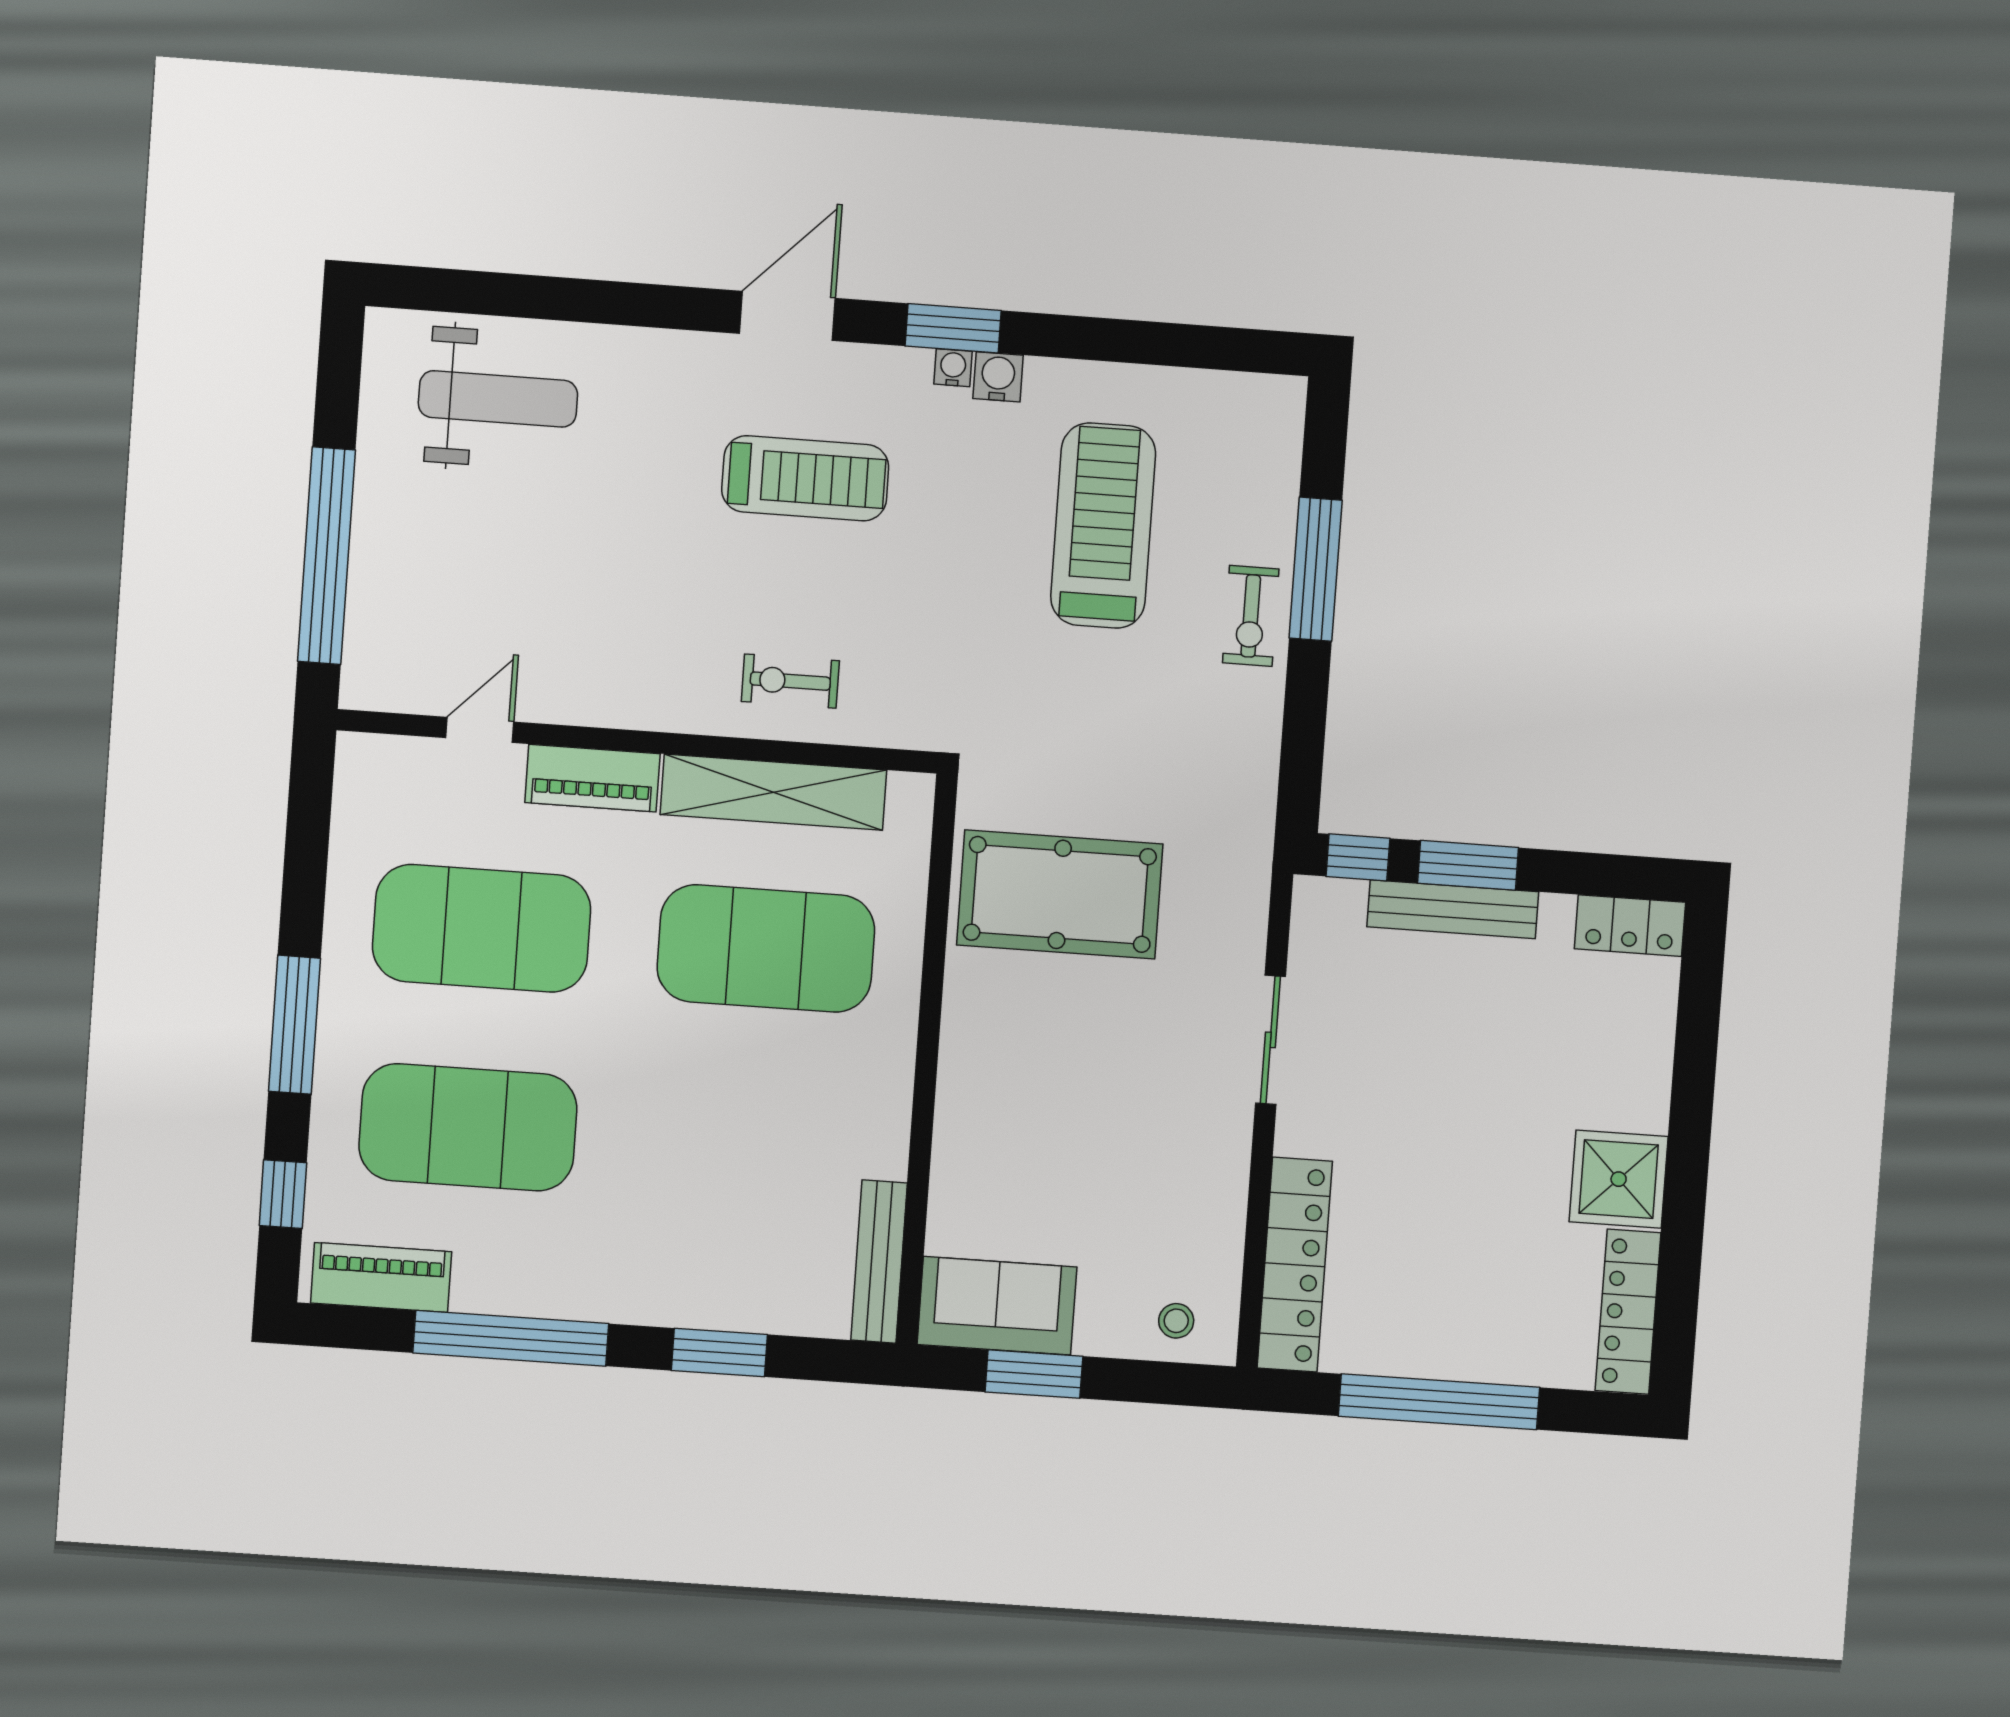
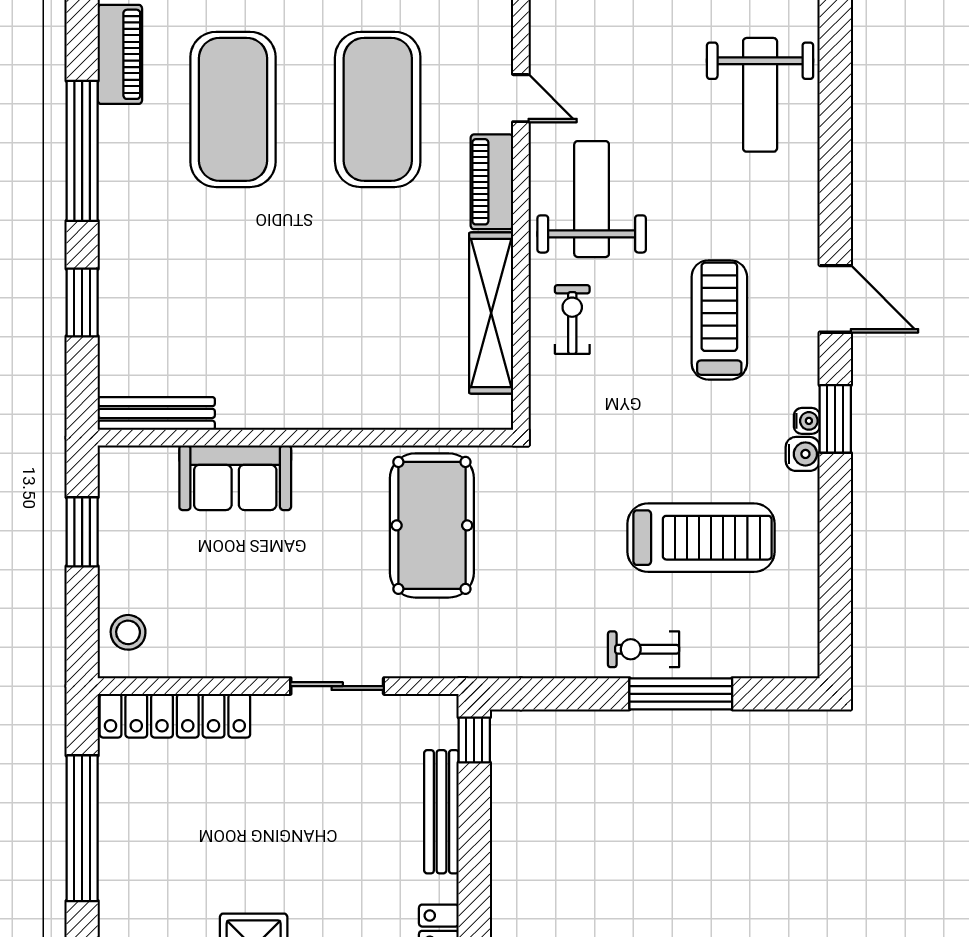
treadmill: (805, 478) -> (719, 320), turned 180
weight bench: (626, 642) -> (592, 199), added
window: (1468, 865) -> (474, 820), removed
exercise mat: (766, 948) -> (378, 315), removed
sofa: (997, 1306) -> (235, 478), moved, turned 90
stool: (1176, 1321) -> (128, 632), width x1.37, depth x1.37

